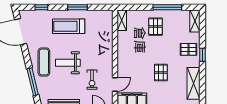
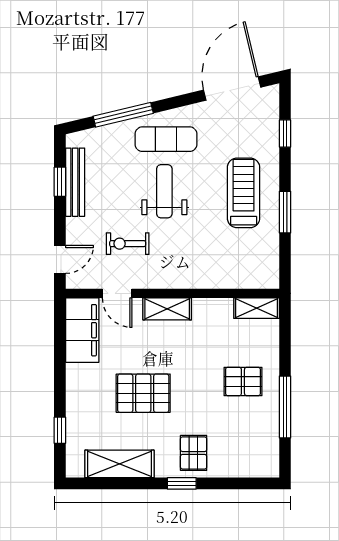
shelving: (195, 21) -> (167, 309), moved
pallet: (161, 72) -> (143, 393), width x1.50, depth x1.42

